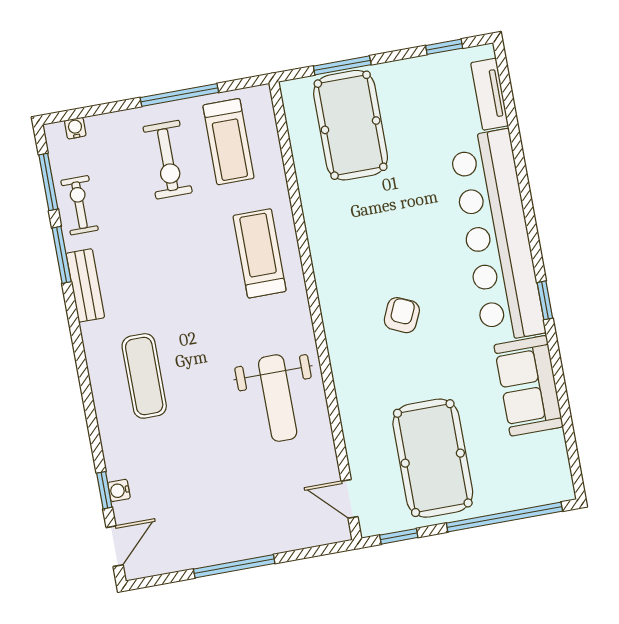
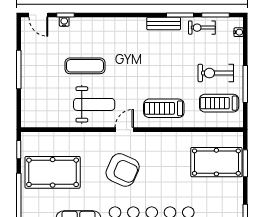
exercise bike: (80, 205) -> (202, 28), turned 180
treadmill: (260, 253) -> (164, 108), turned 180
armchair: (402, 315) -> (123, 170), width x1.88, depth x1.88
exercise mat: (144, 376) -> (85, 66), moved
weight bench: (278, 398) -> (94, 104), turned 180
door: (350, 499) -> (124, 130), moved

